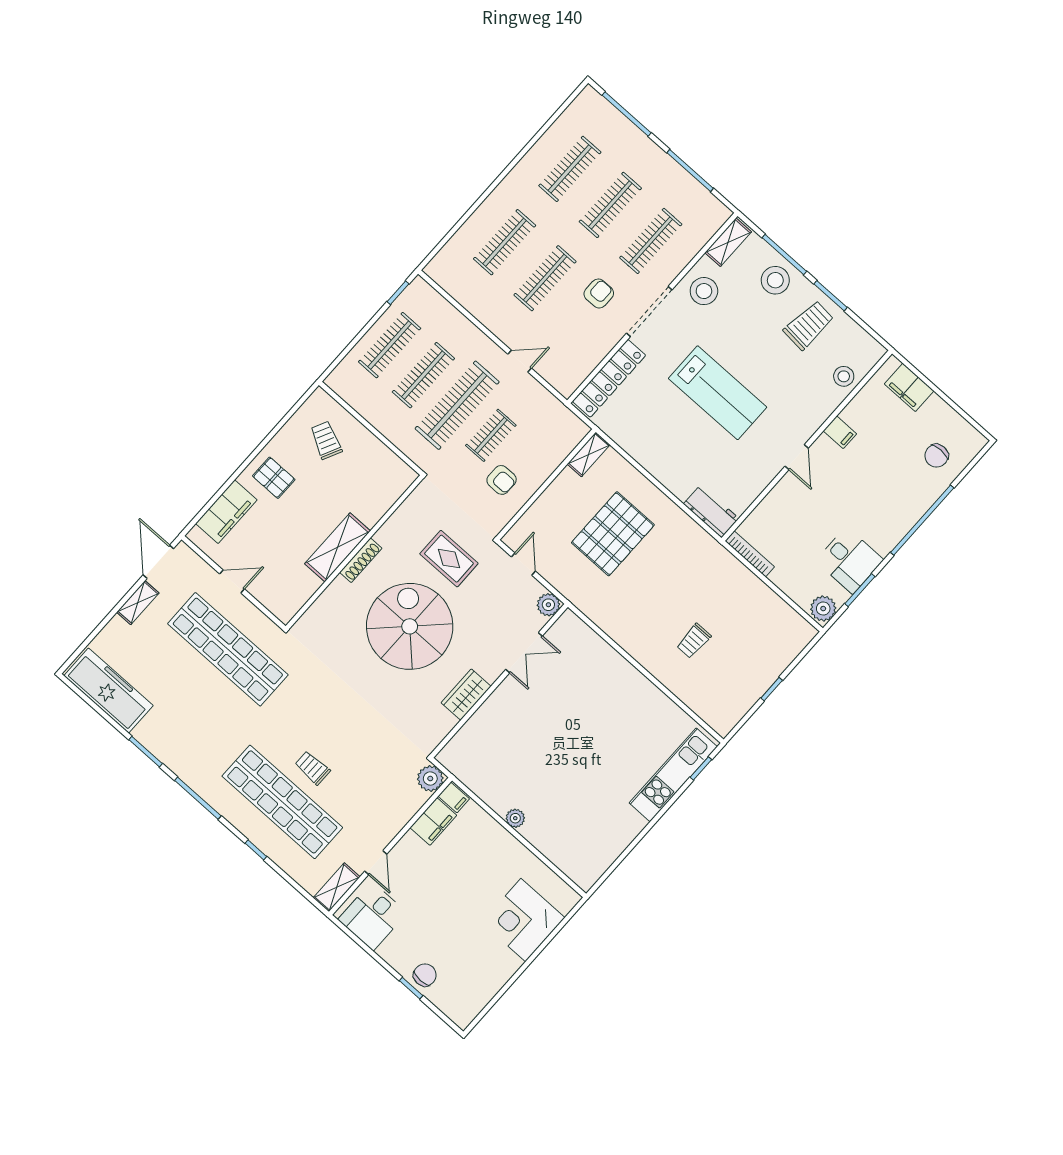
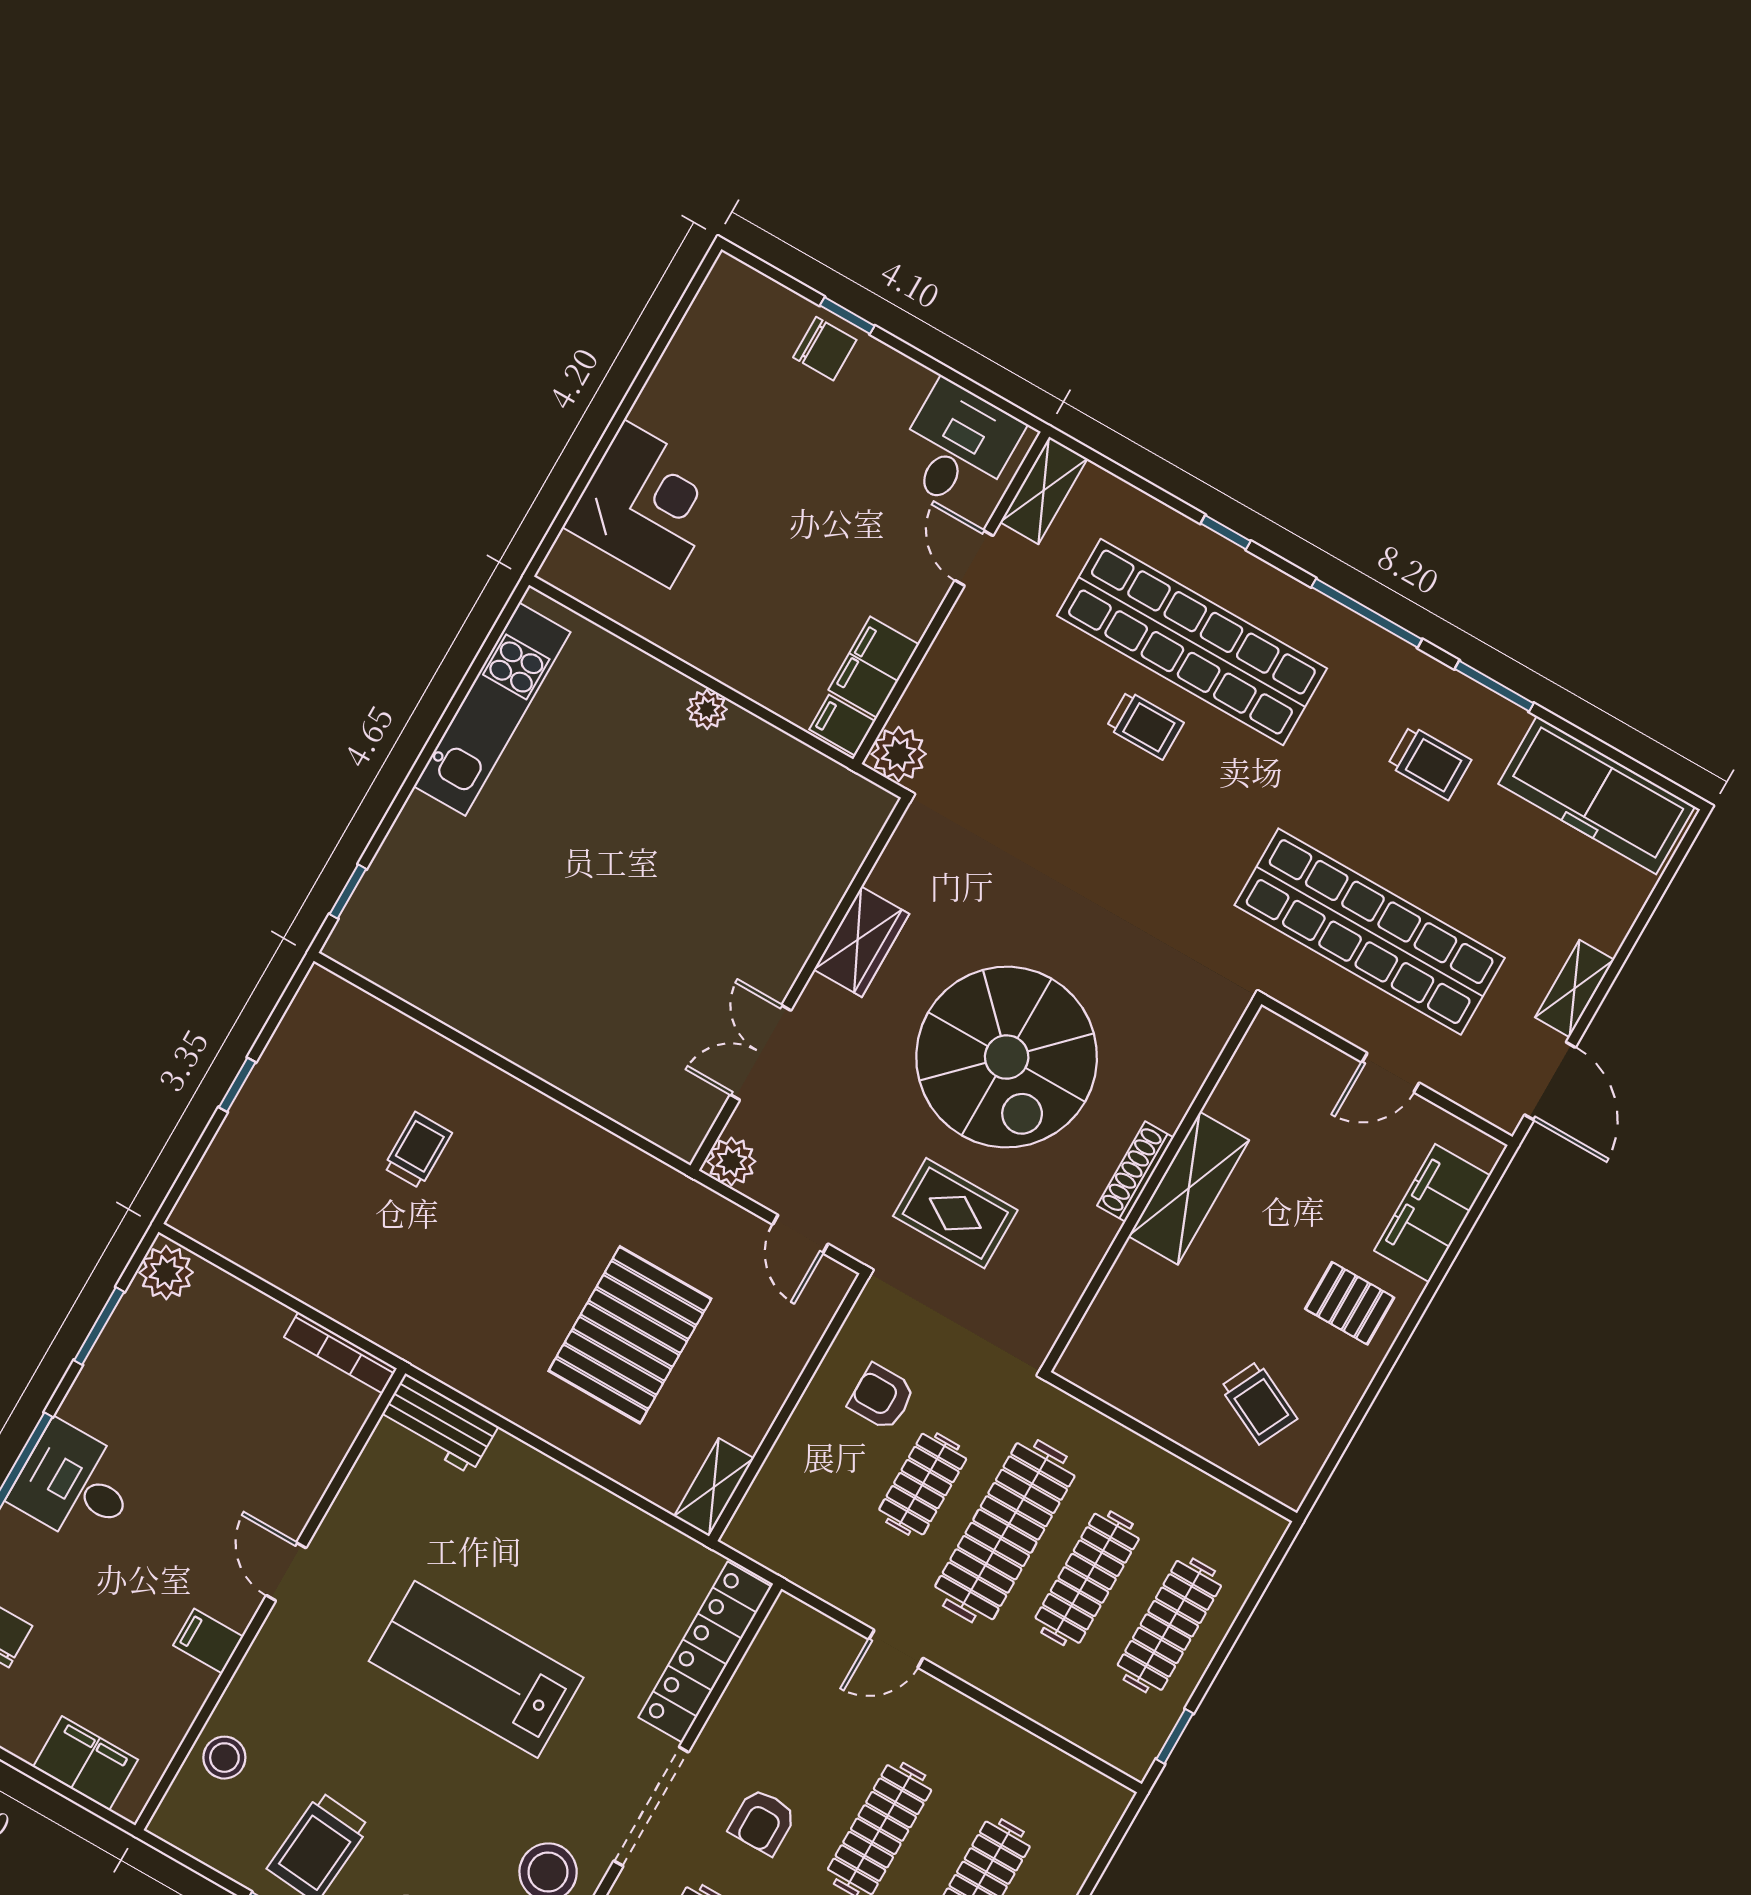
desk: (849, 560) -> (75, 1484), moved
trolley: (183, 722) -> (1429, 763), added
kitchen unit: (673, 775) -> (492, 709), moved
chair: (425, 975) -> (825, 349), turned -90

